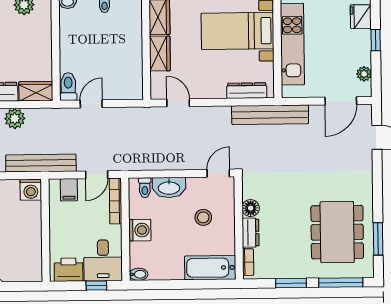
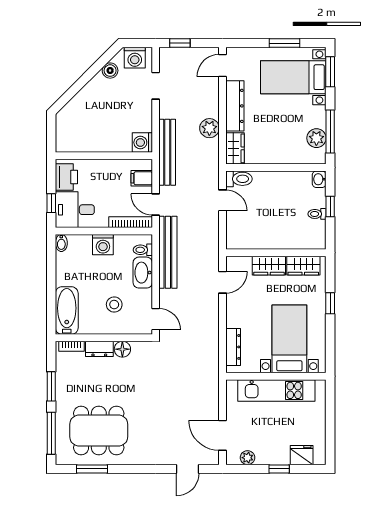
bench: (270, 115) -> (168, 252), moved

